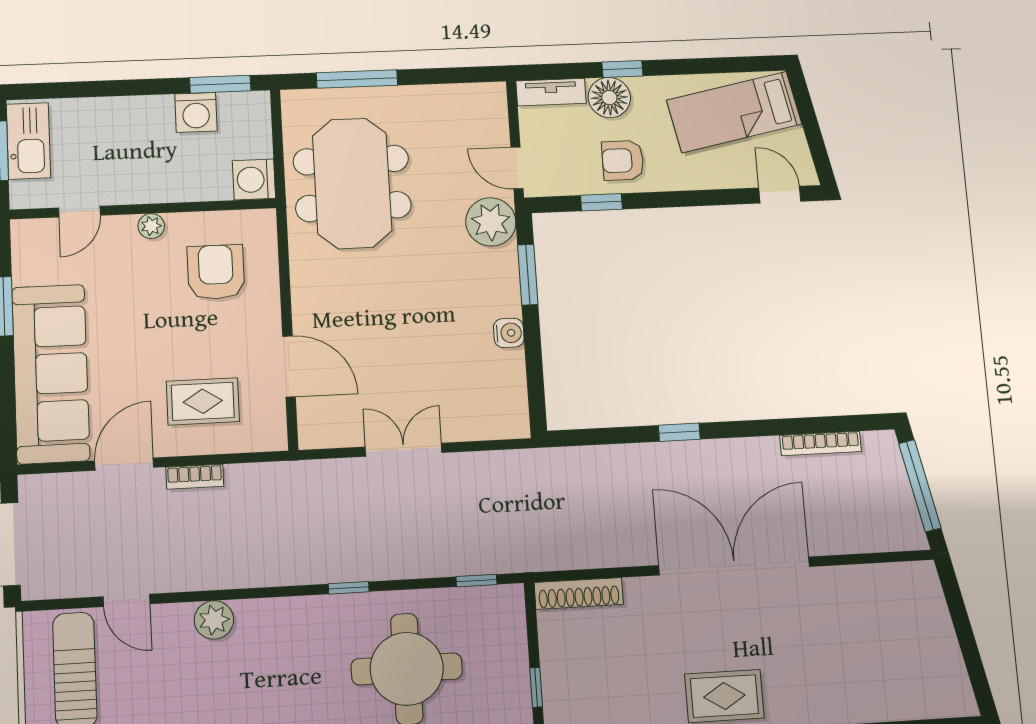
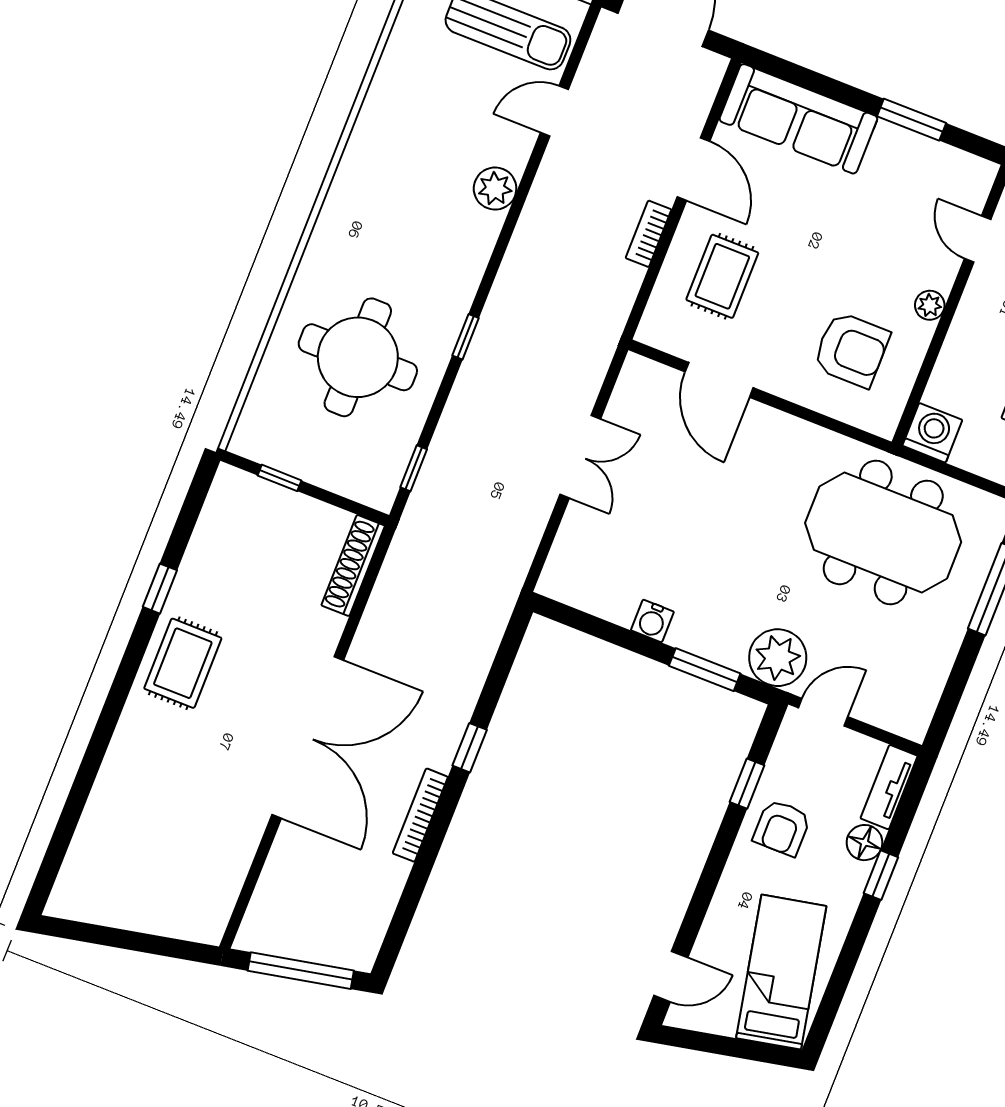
floor lamp: (609, 98) -> (865, 843), width x0.73, depth x0.73
armchair: (623, 160) -> (782, 828), turned 180
door: (289, 366) -> (719, 380), hinge flipped
sofa: (51, 374) -> (798, 119), width x0.74, depth x0.79
bookcase: (821, 443) -> (420, 815), moved

